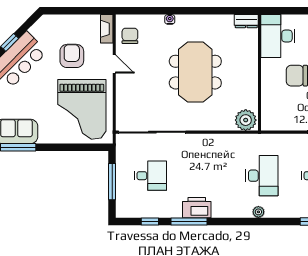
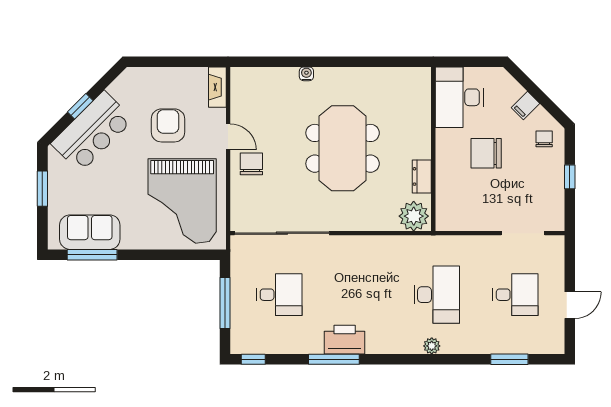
dresser: (246, 21) -> (422, 176), moved, turned 90
chair: (130, 36) -> (251, 164), moved
window: (150, 221) -> (253, 359), moved

